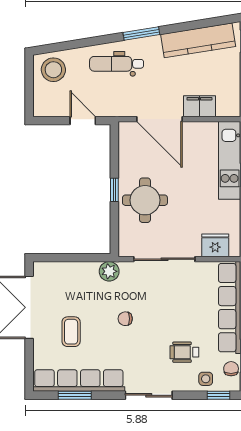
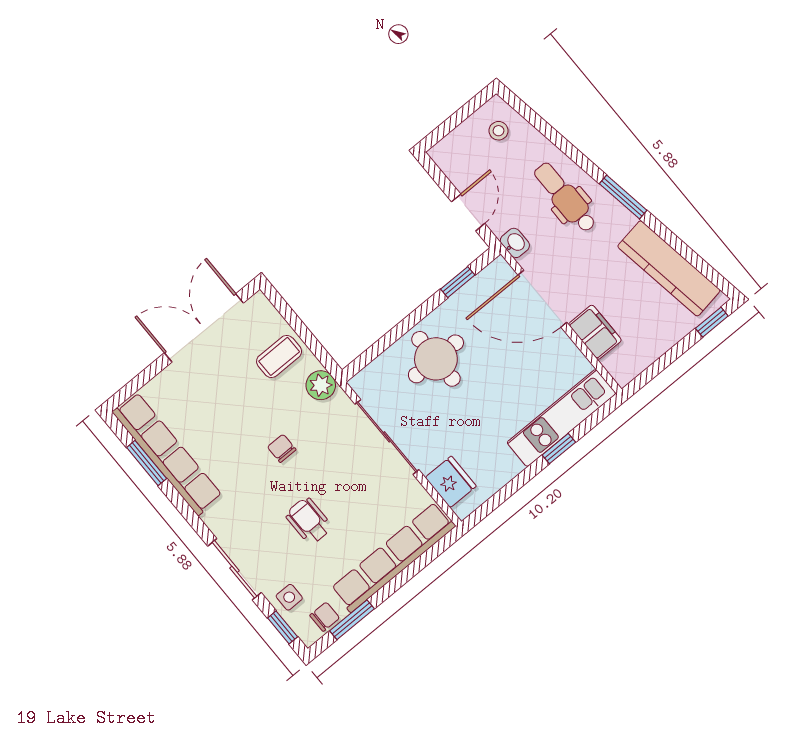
stool: (53, 70) -> (499, 131), width x0.53, depth x0.53
washbasin: (119, 109) -> (515, 243), added
door: (159, 119) -> (542, 299), hinge flipped
window: (114, 190) -> (458, 282), moved
coffee table: (71, 332) -> (279, 356), moved
wheelchair: (184, 352) -> (309, 521), moved
sliding door: (149, 395) -> (234, 569), moved

